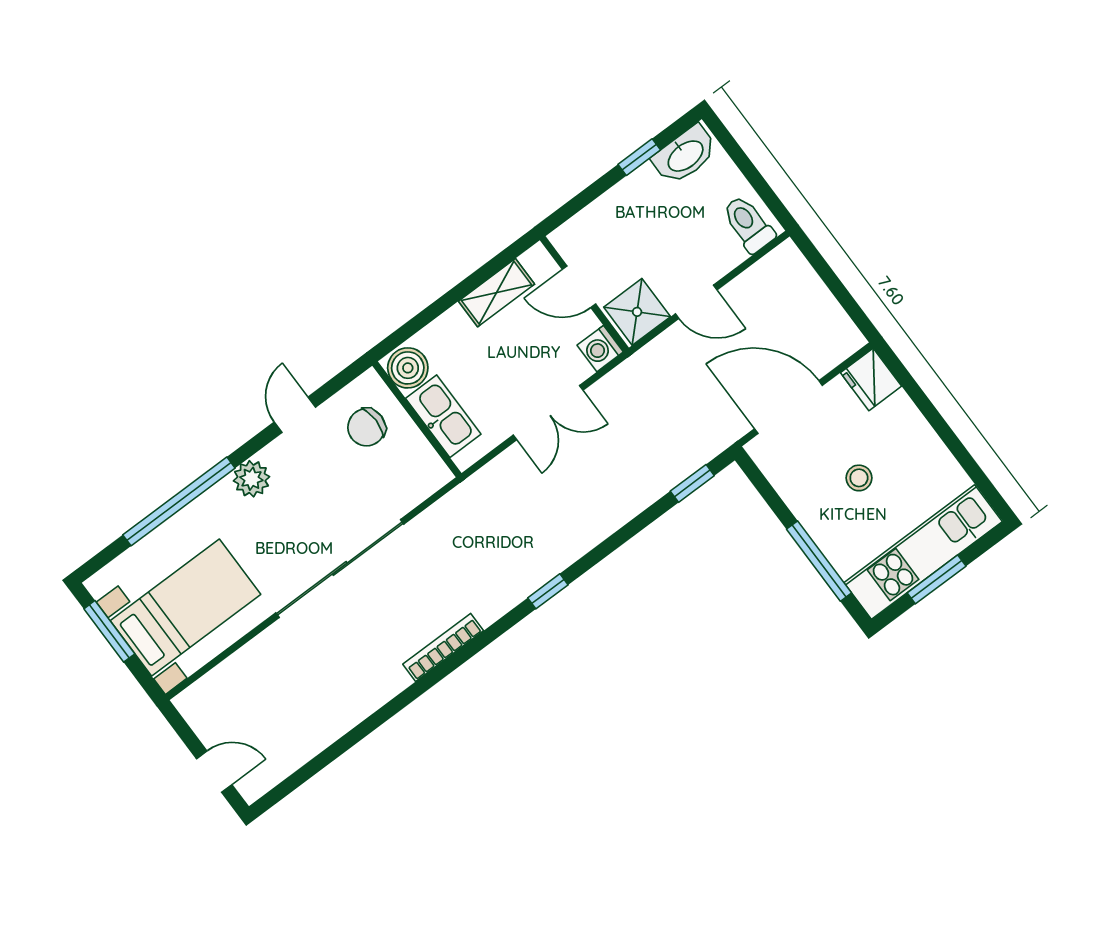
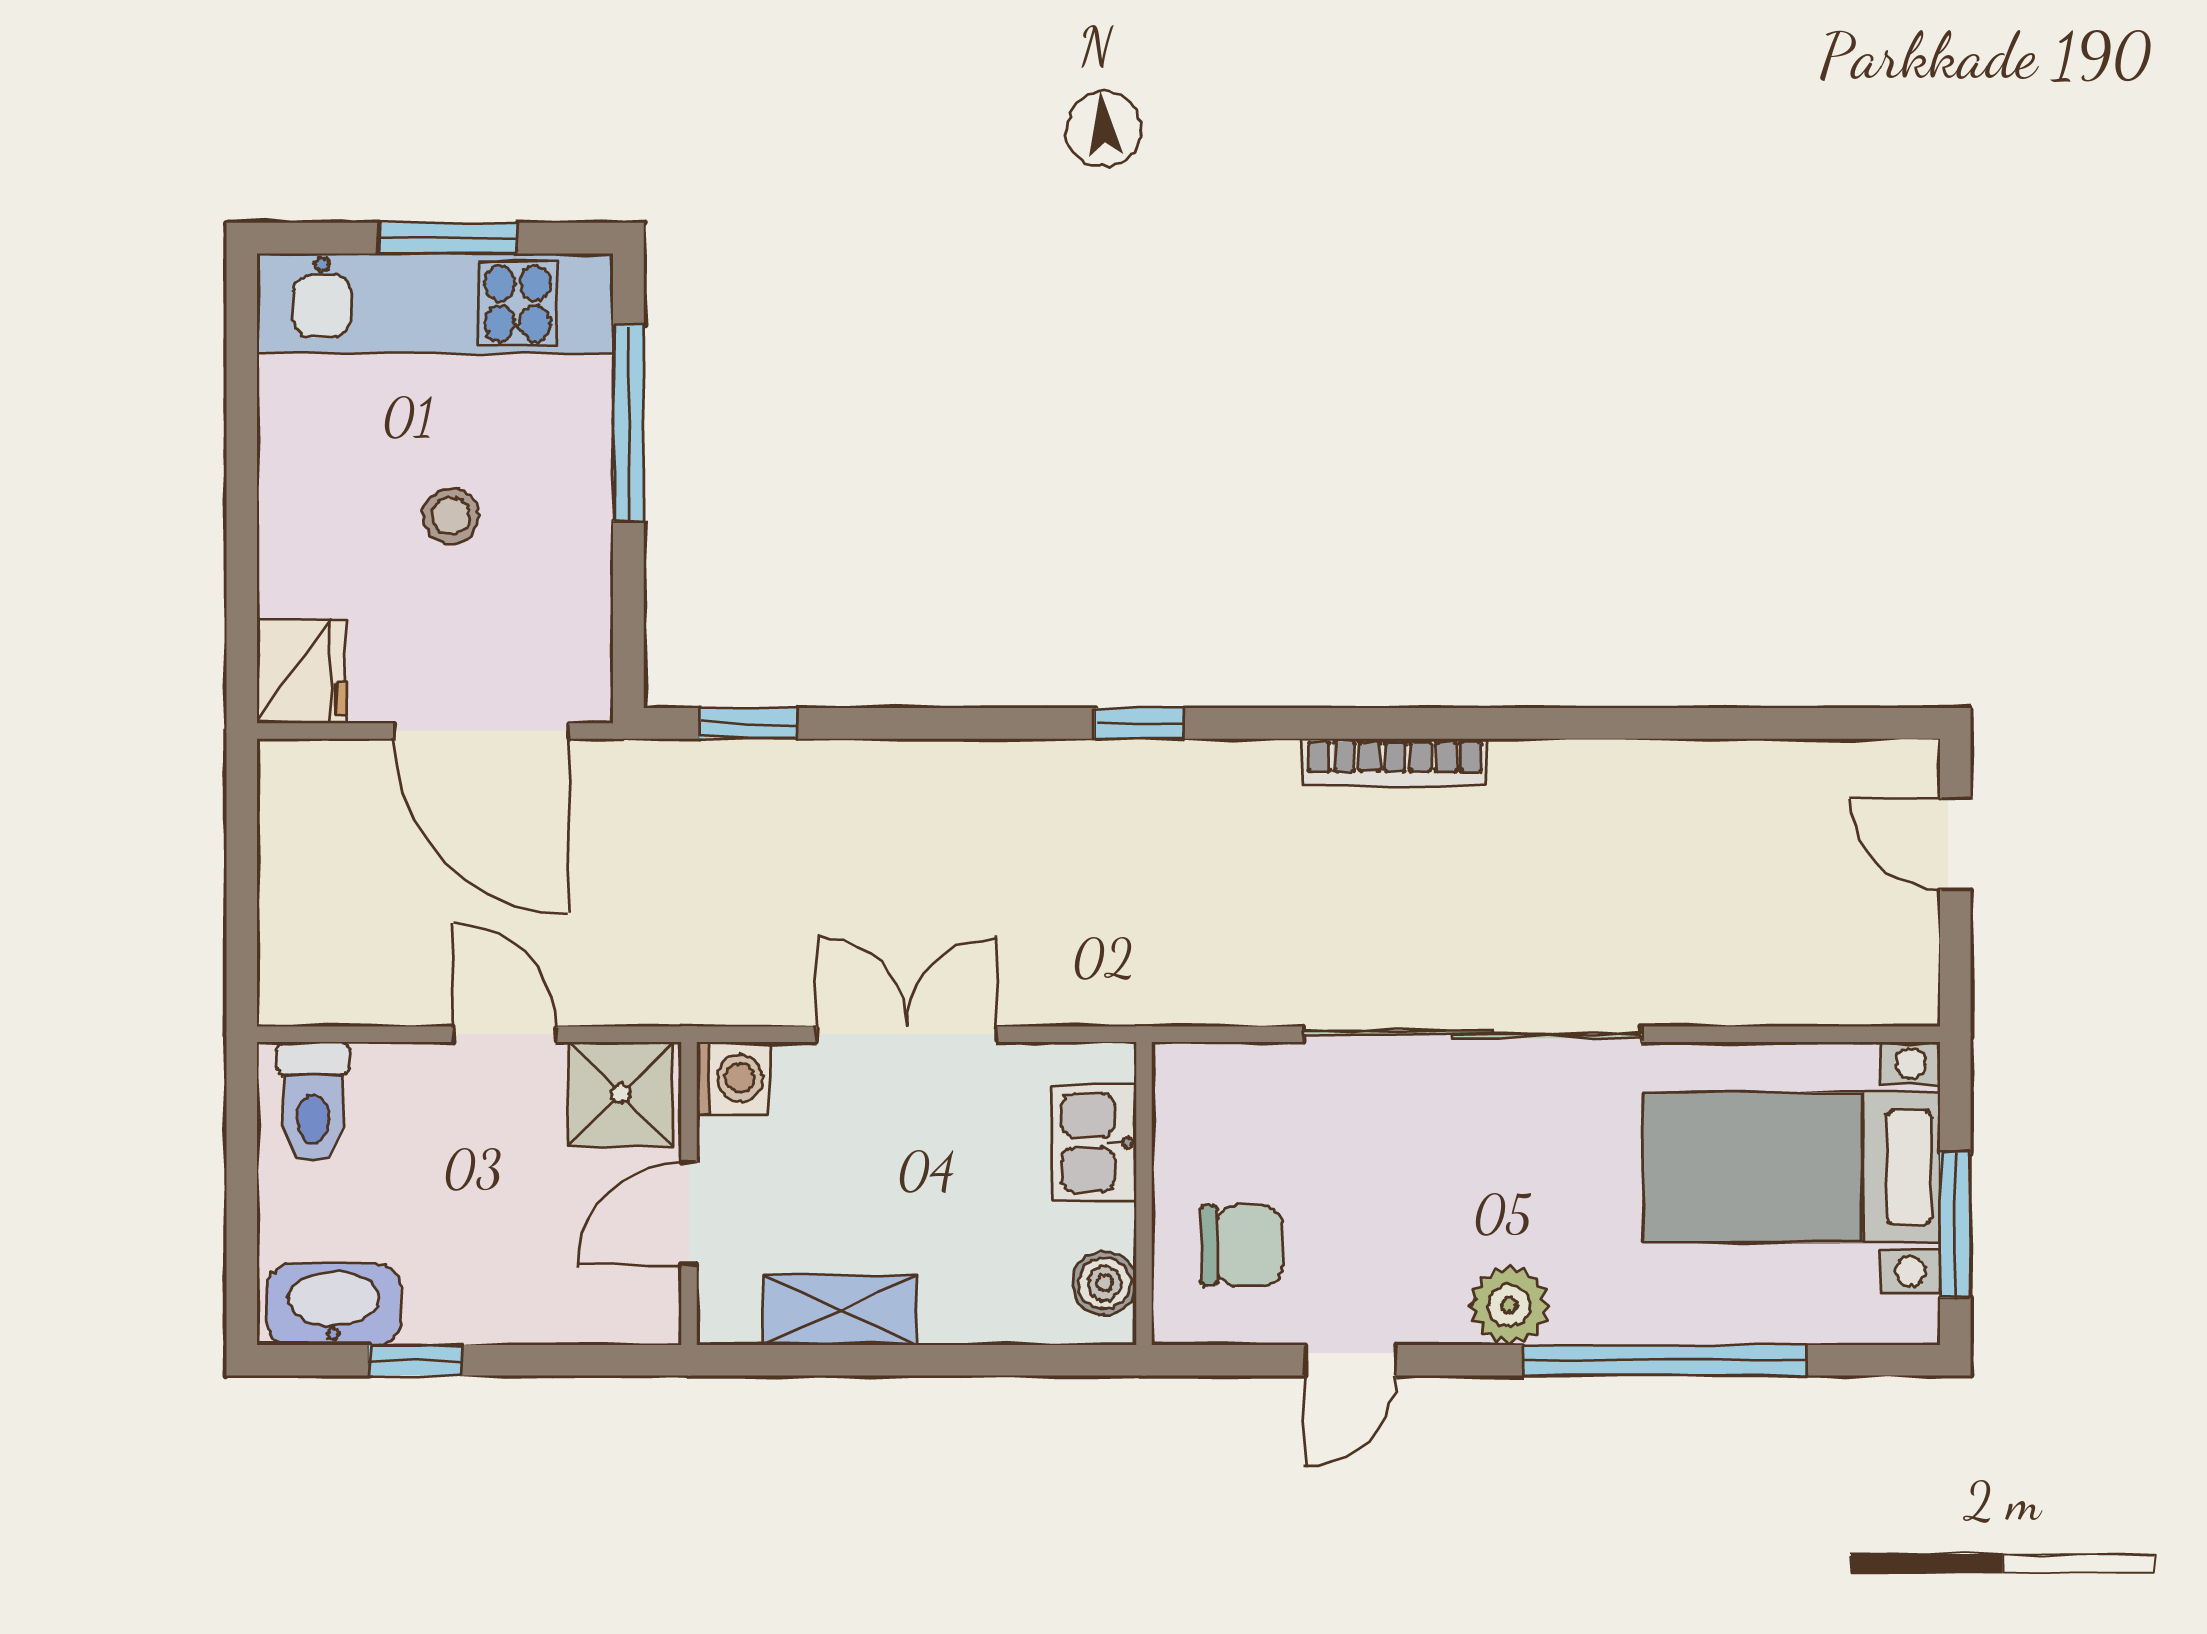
door: (579, 287) -> (689, 1213), swing flipped
boiler: (408, 368) -> (1104, 1283), width x0.73, depth x0.73
kitchen sink: (443, 416) -> (1094, 1143), width x0.73

